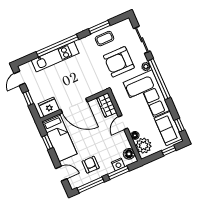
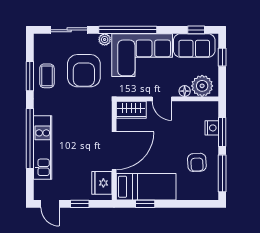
floor lamp: (129, 154) -> (204, 109), removed
armchair: (91, 165) -> (197, 162), turned -93
door: (61, 174) -> (192, 204), removed

